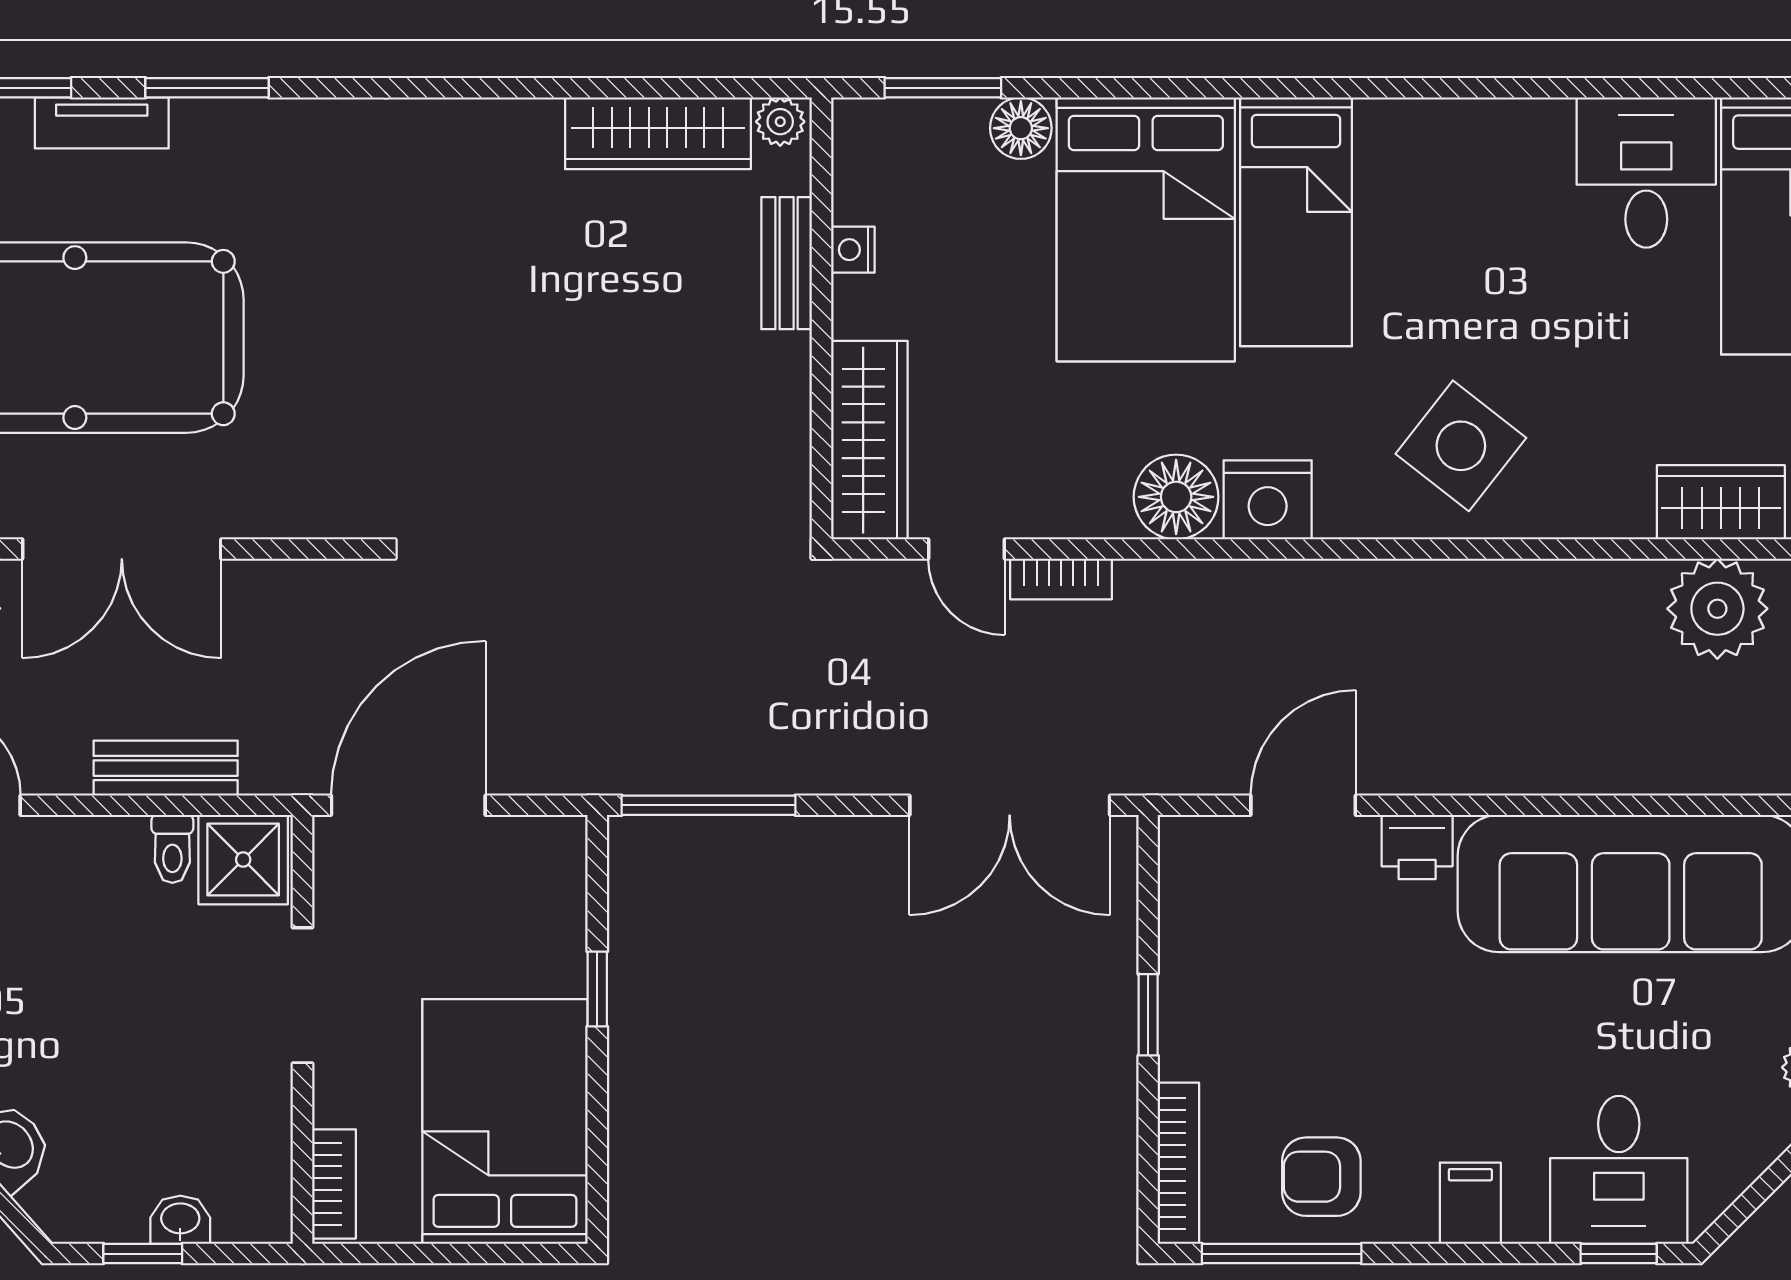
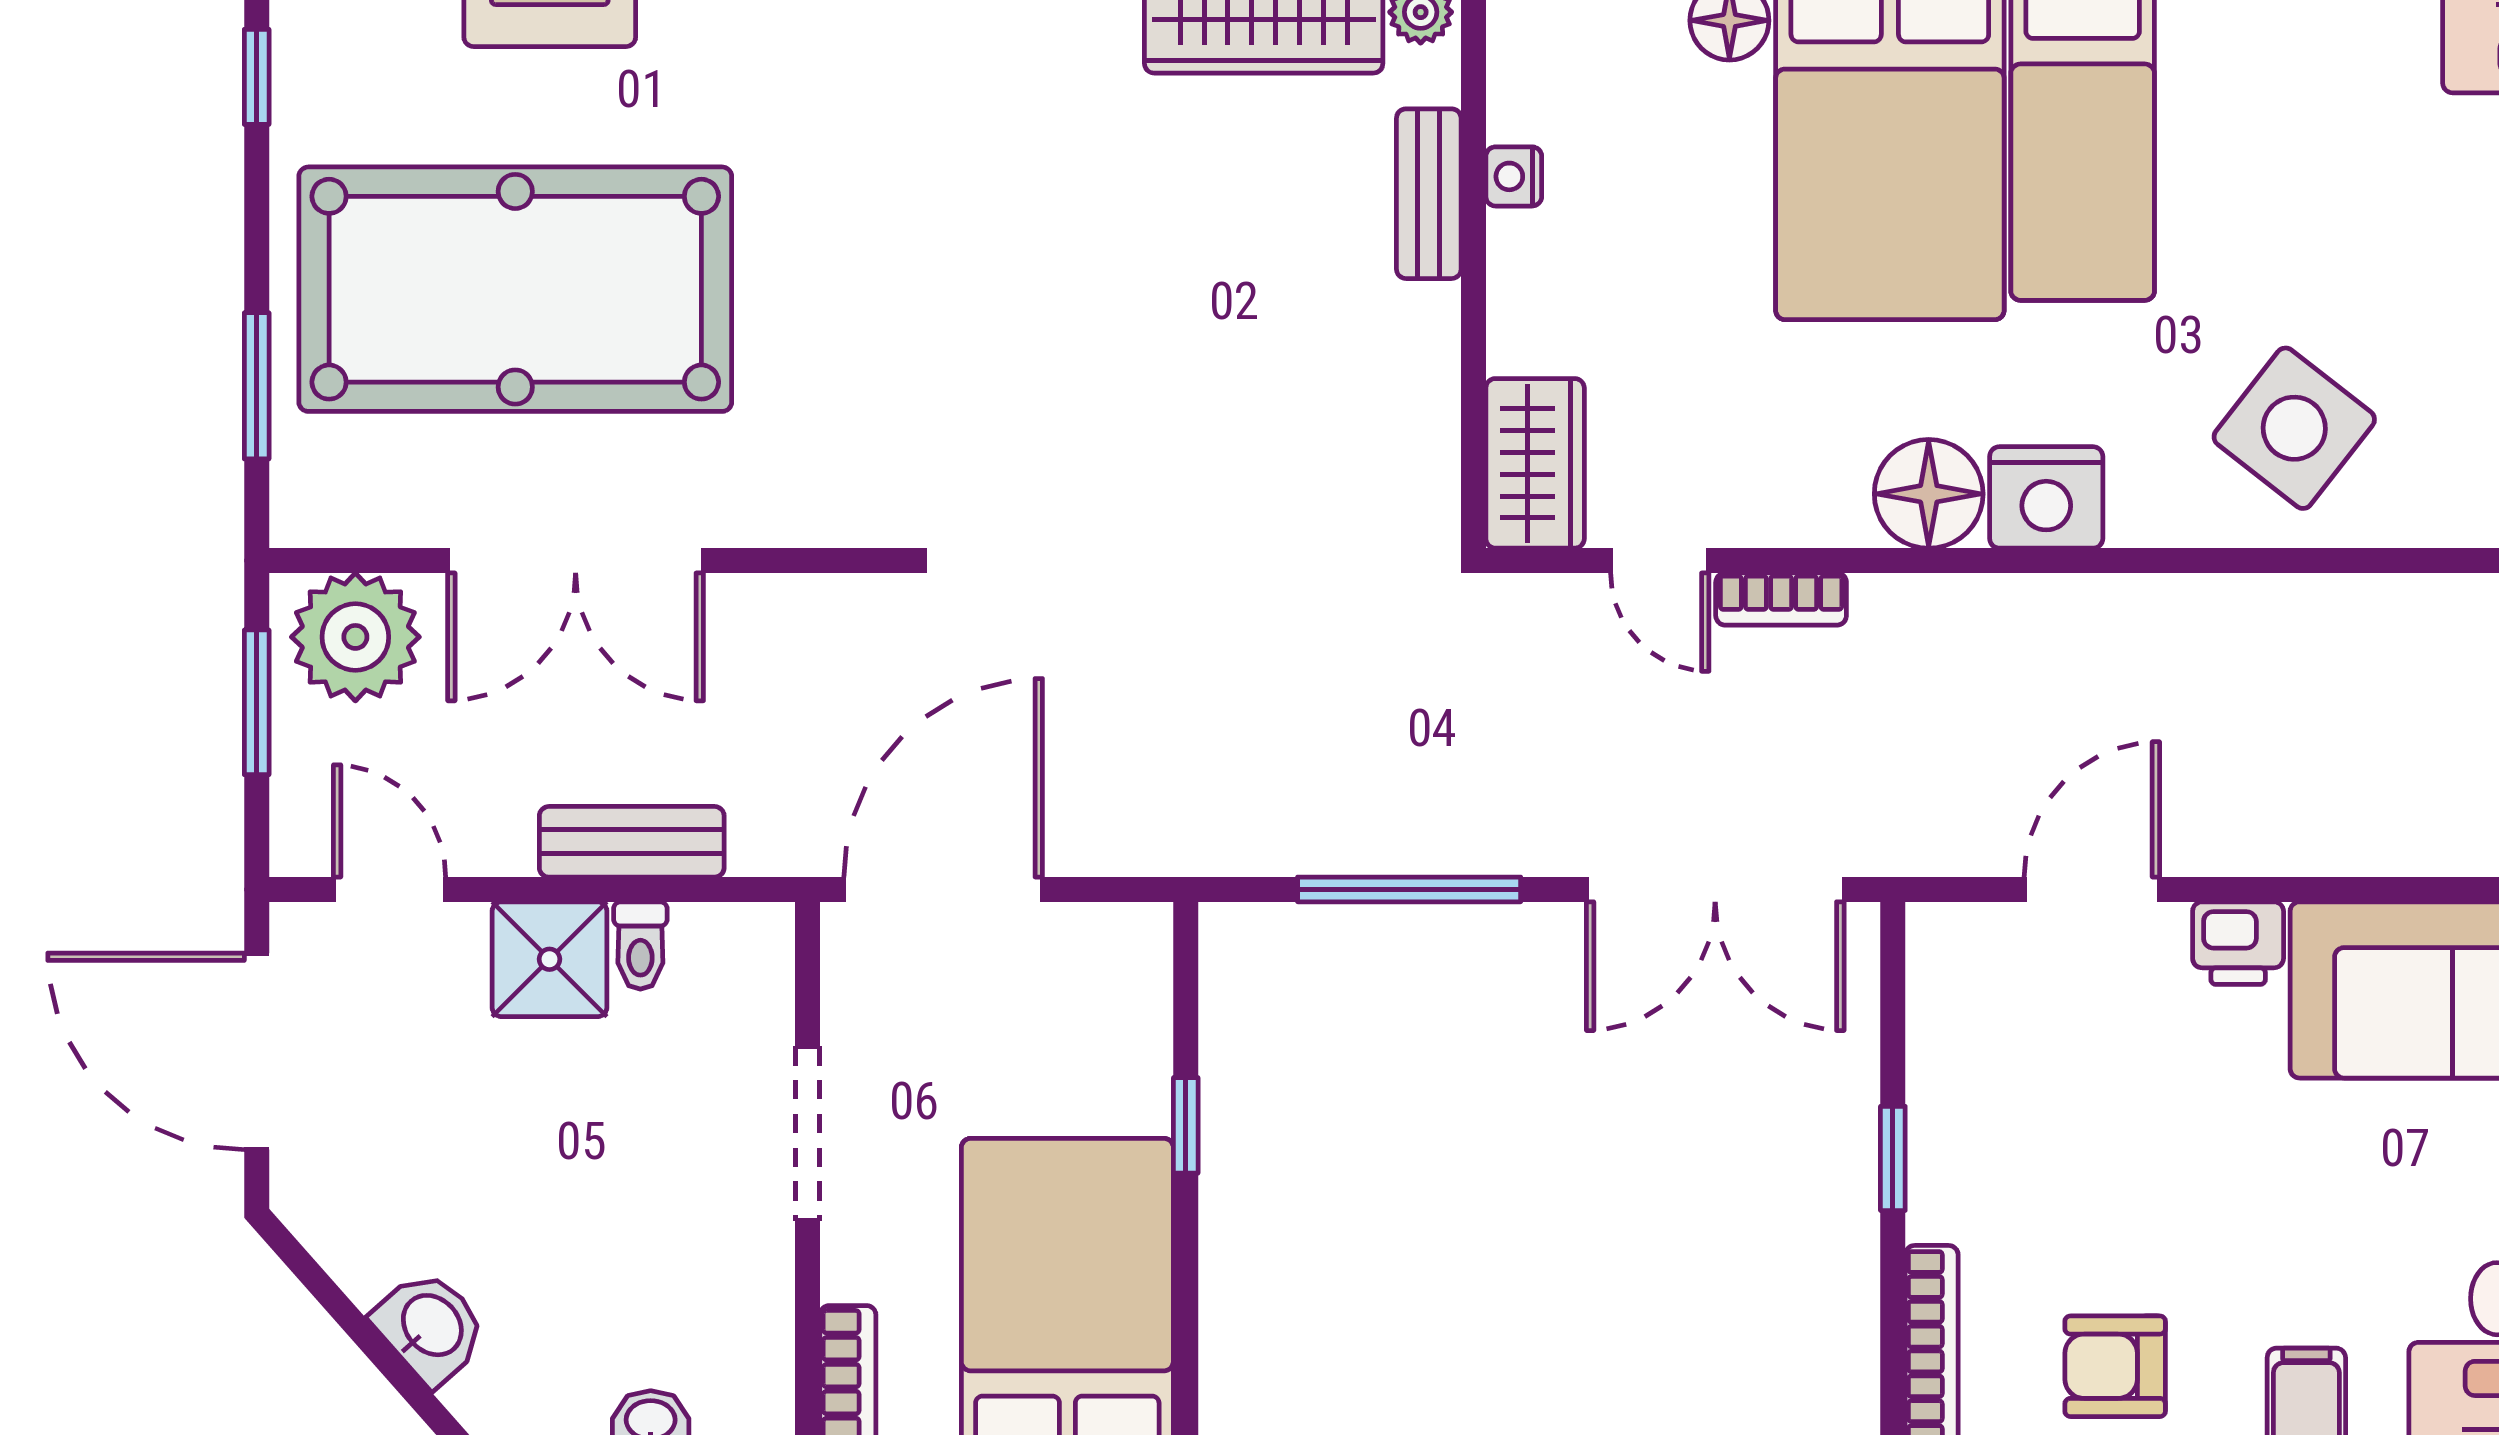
wardrobe: (869, 440) -> (1535, 463), width x0.67
window: (709, 805) -> (1409, 889), moved
shower: (243, 860) -> (550, 959), moved

